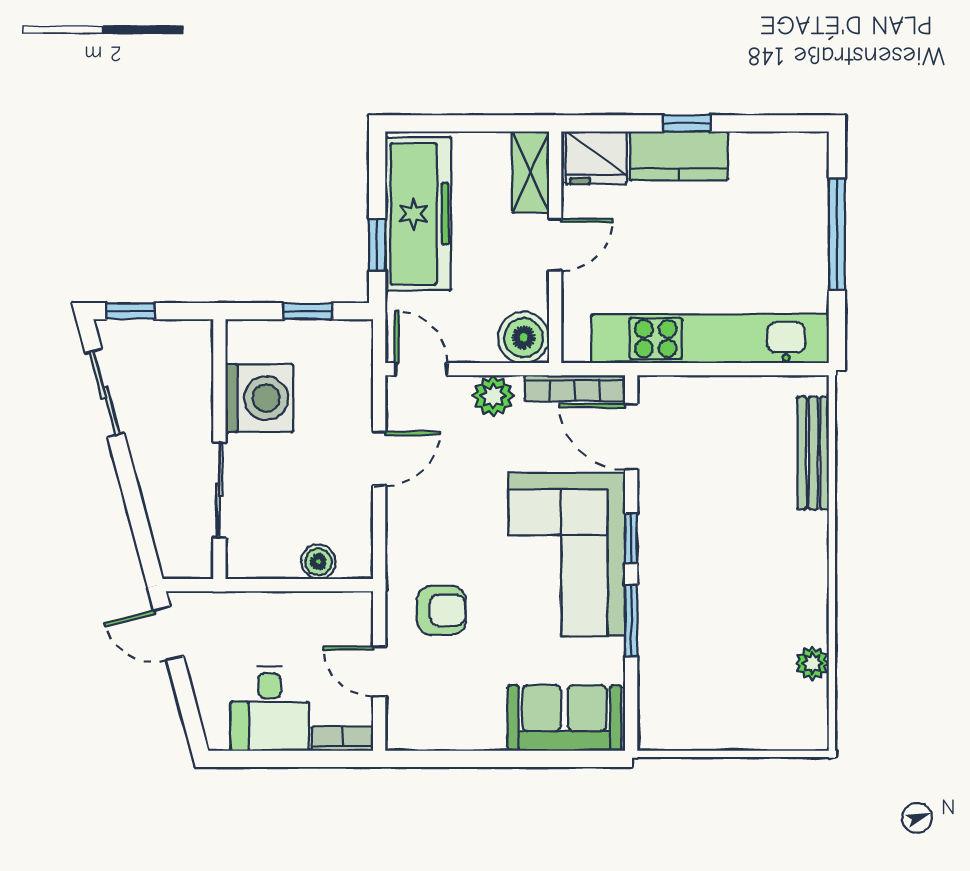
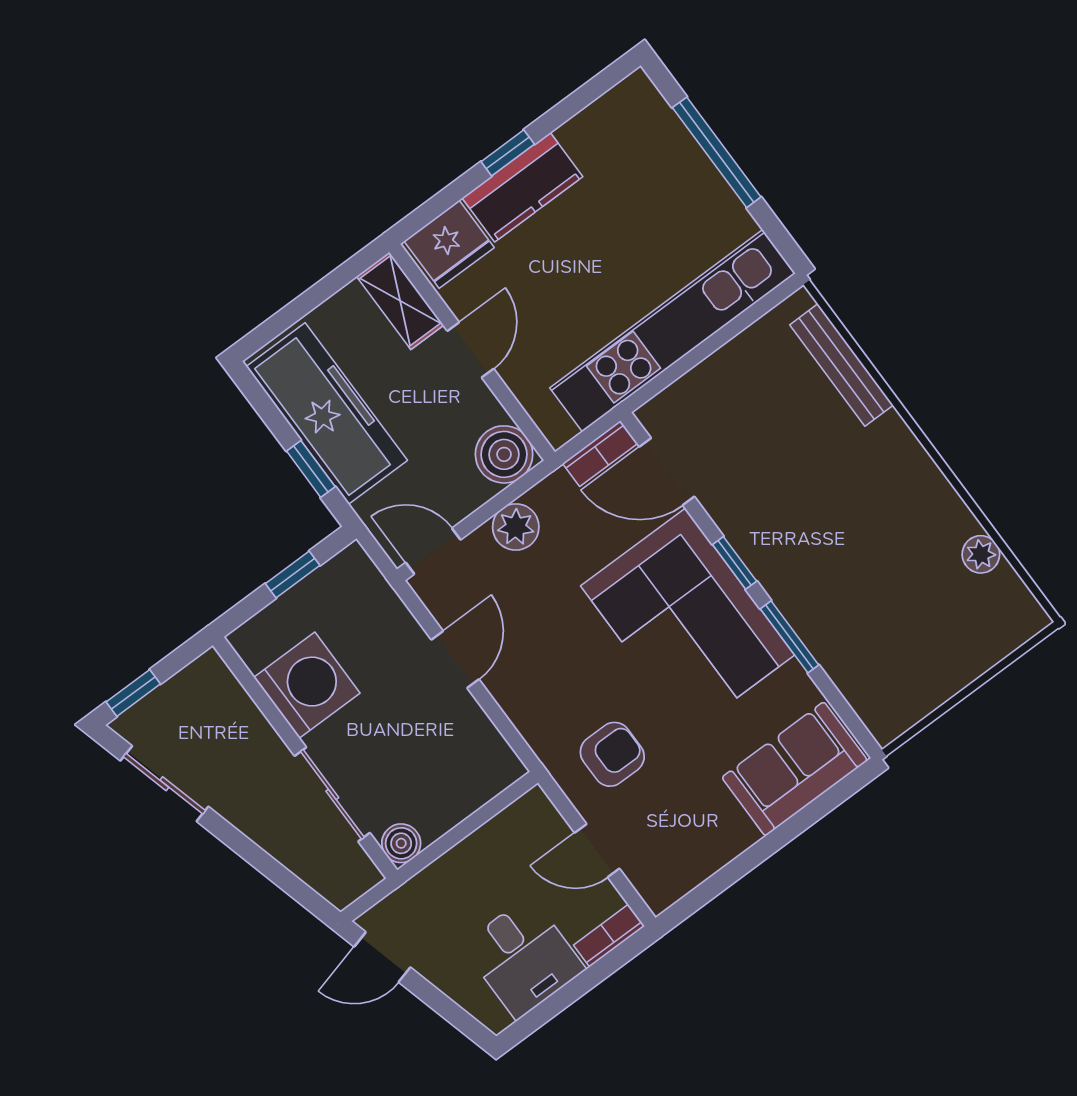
bookcase: (575, 388) -> (600, 453), width x0.64
boiler: (318, 562) -> (401, 843), moved

